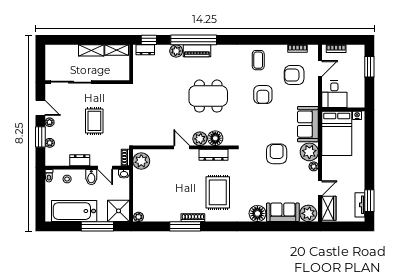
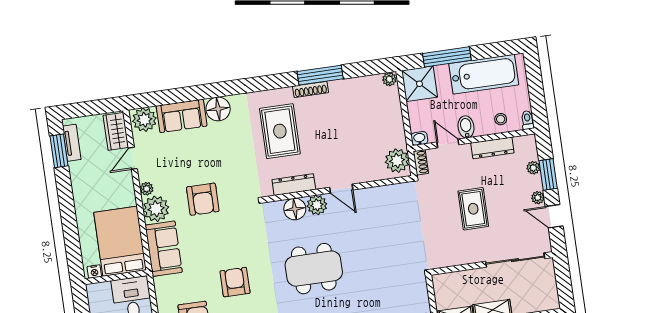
dresser: (80, 160) -> (492, 148), width x1.44

